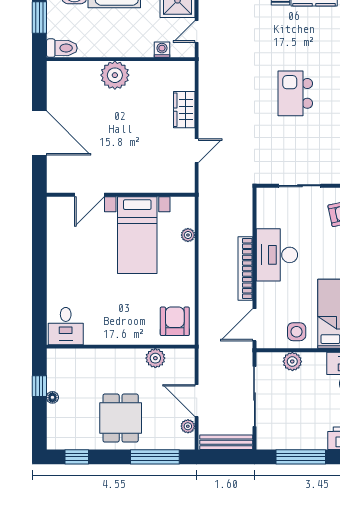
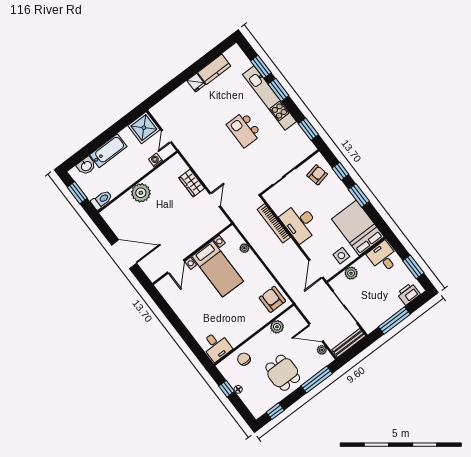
bookcase: (245, 268) -> (274, 223), moved
chair: (87, 367) -> (244, 359), added

